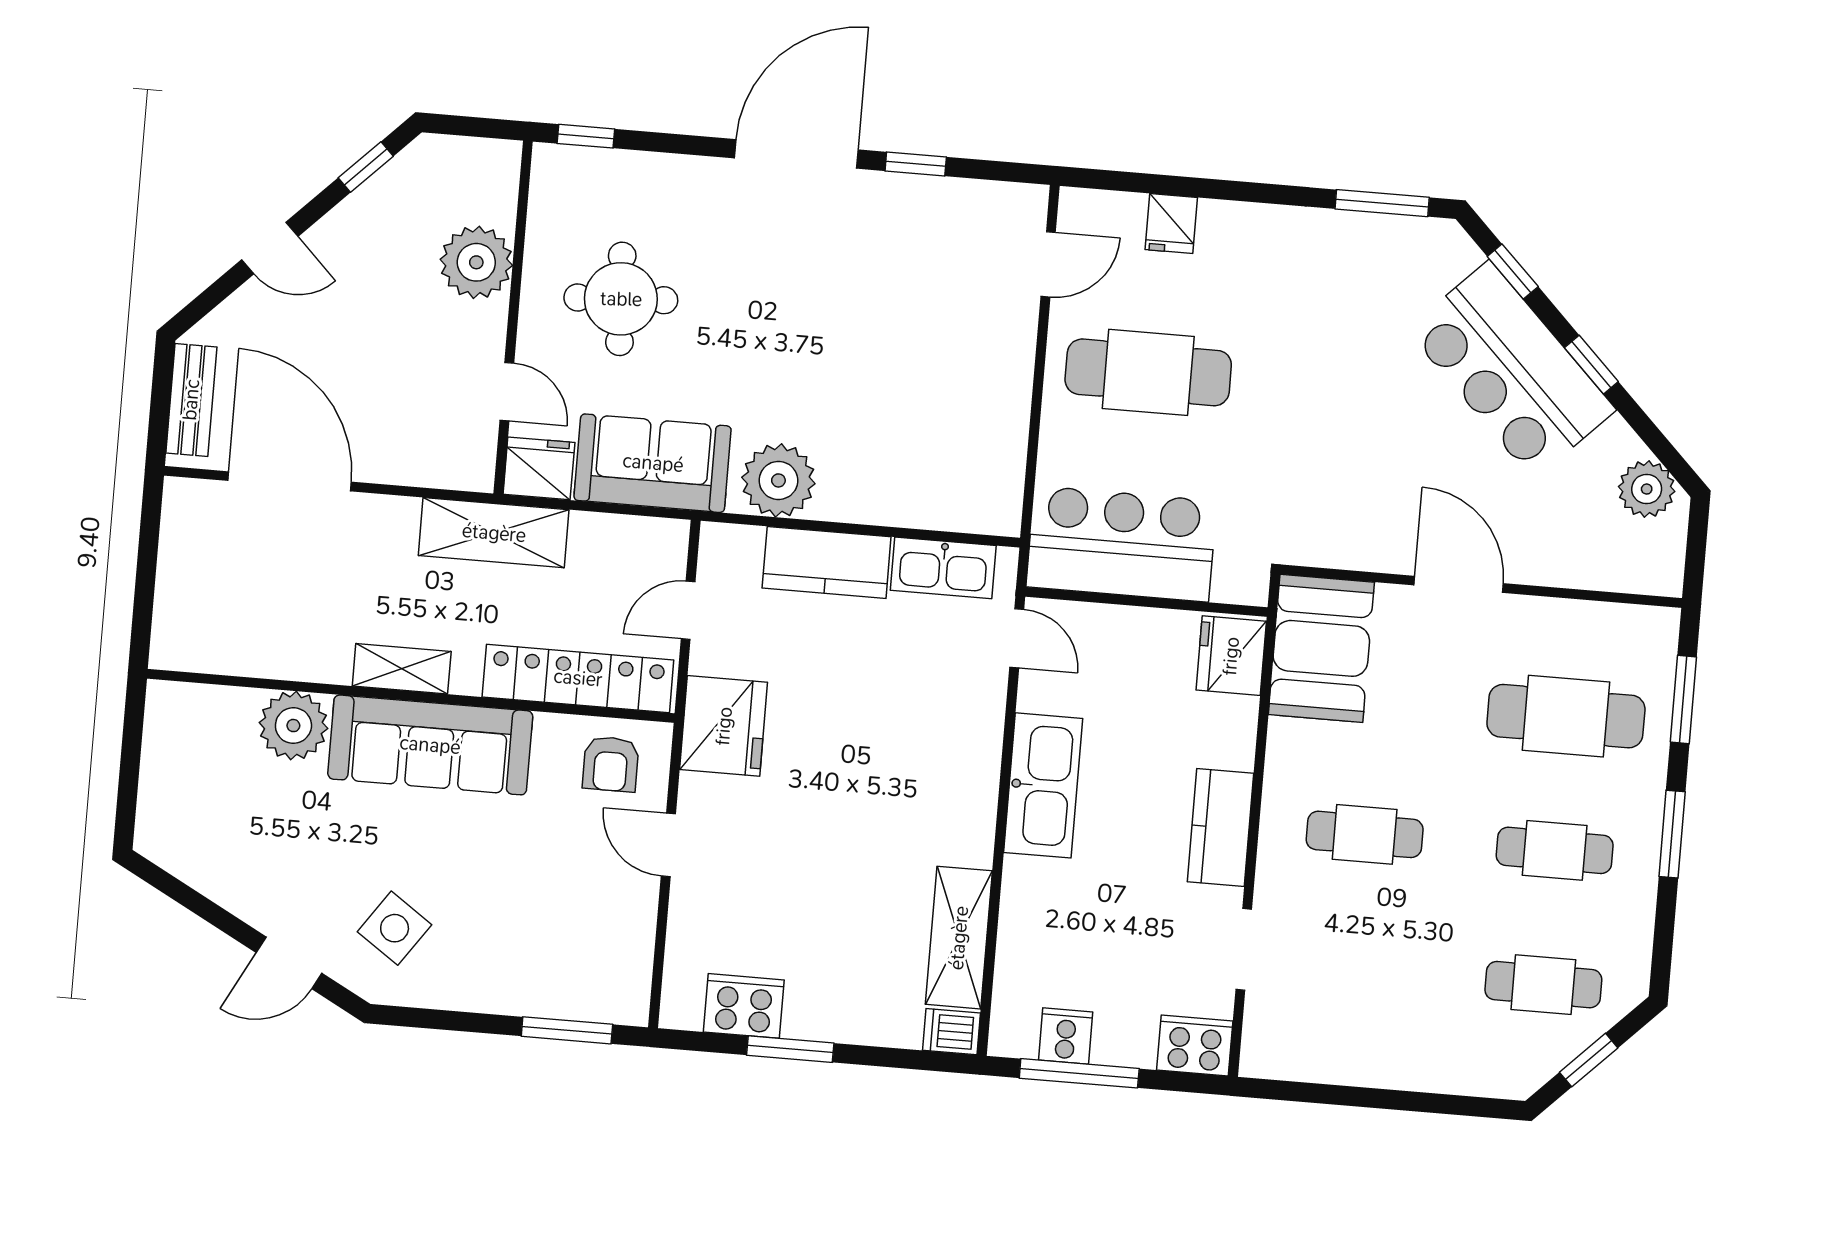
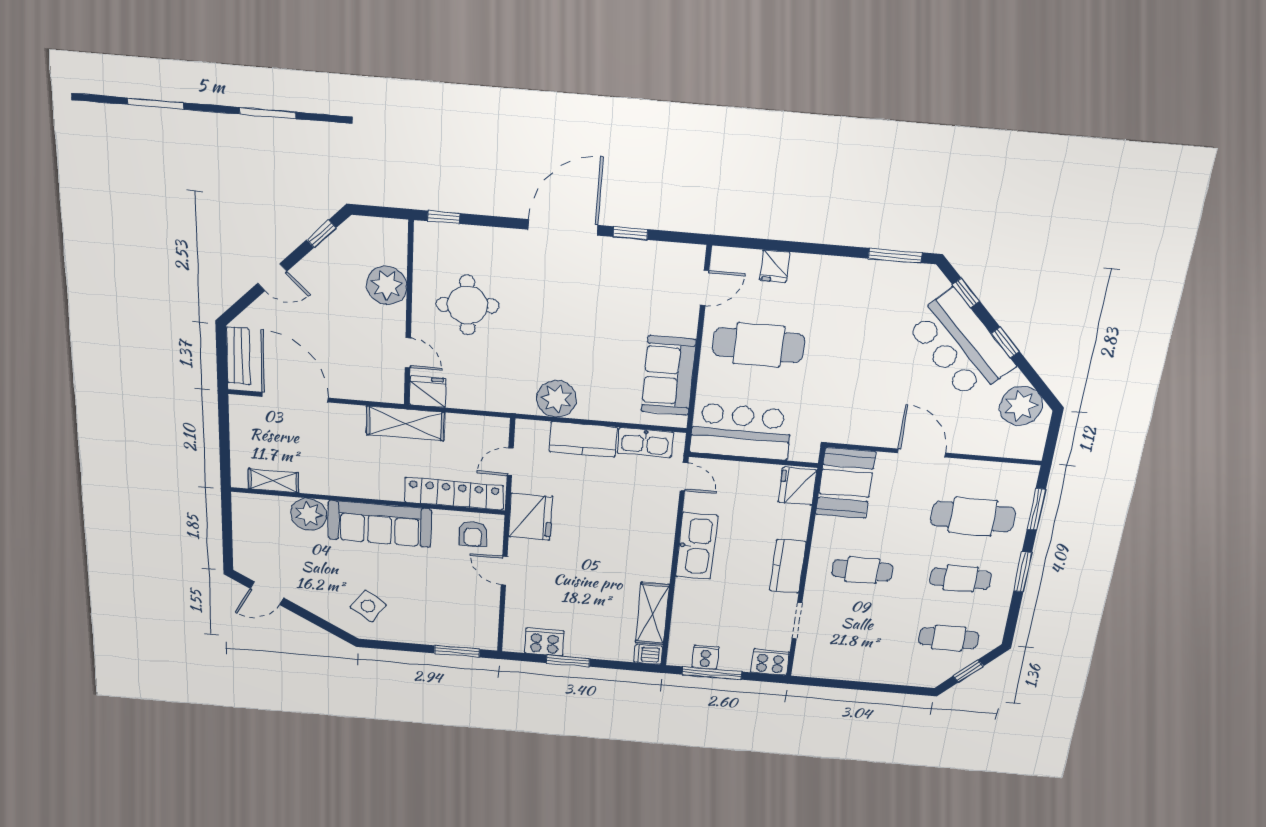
sofa: (653, 463) -> (668, 376), moved, turned -90
plant: (1647, 489) -> (1021, 406), width x1.36, depth x1.36
shelving: (402, 669) -> (273, 481), moved
door: (289, 963) -> (267, 593), moved

